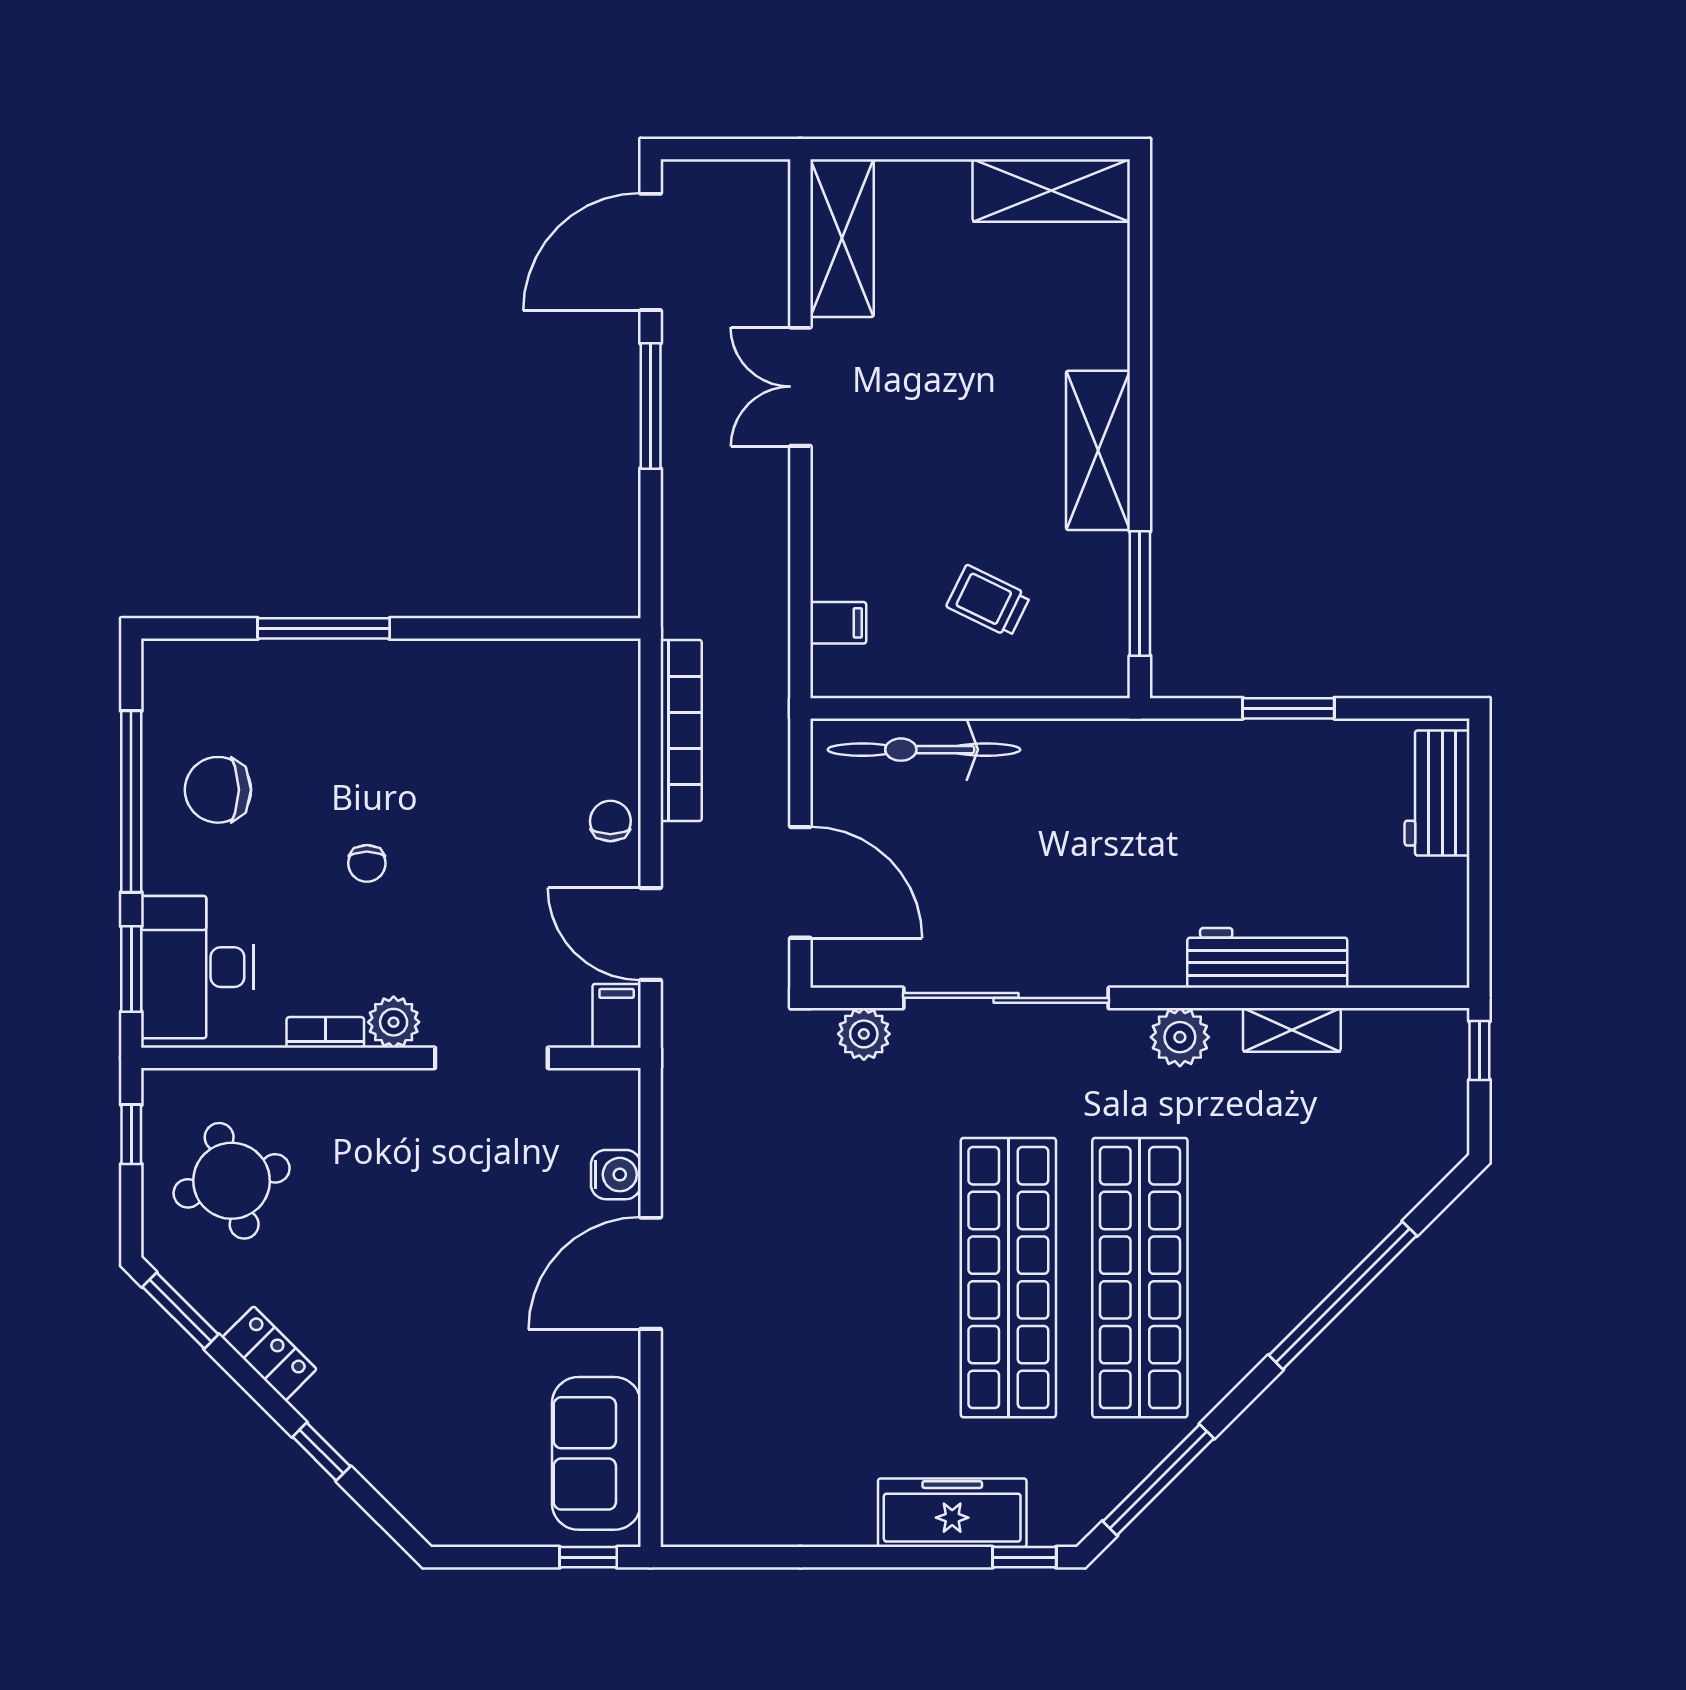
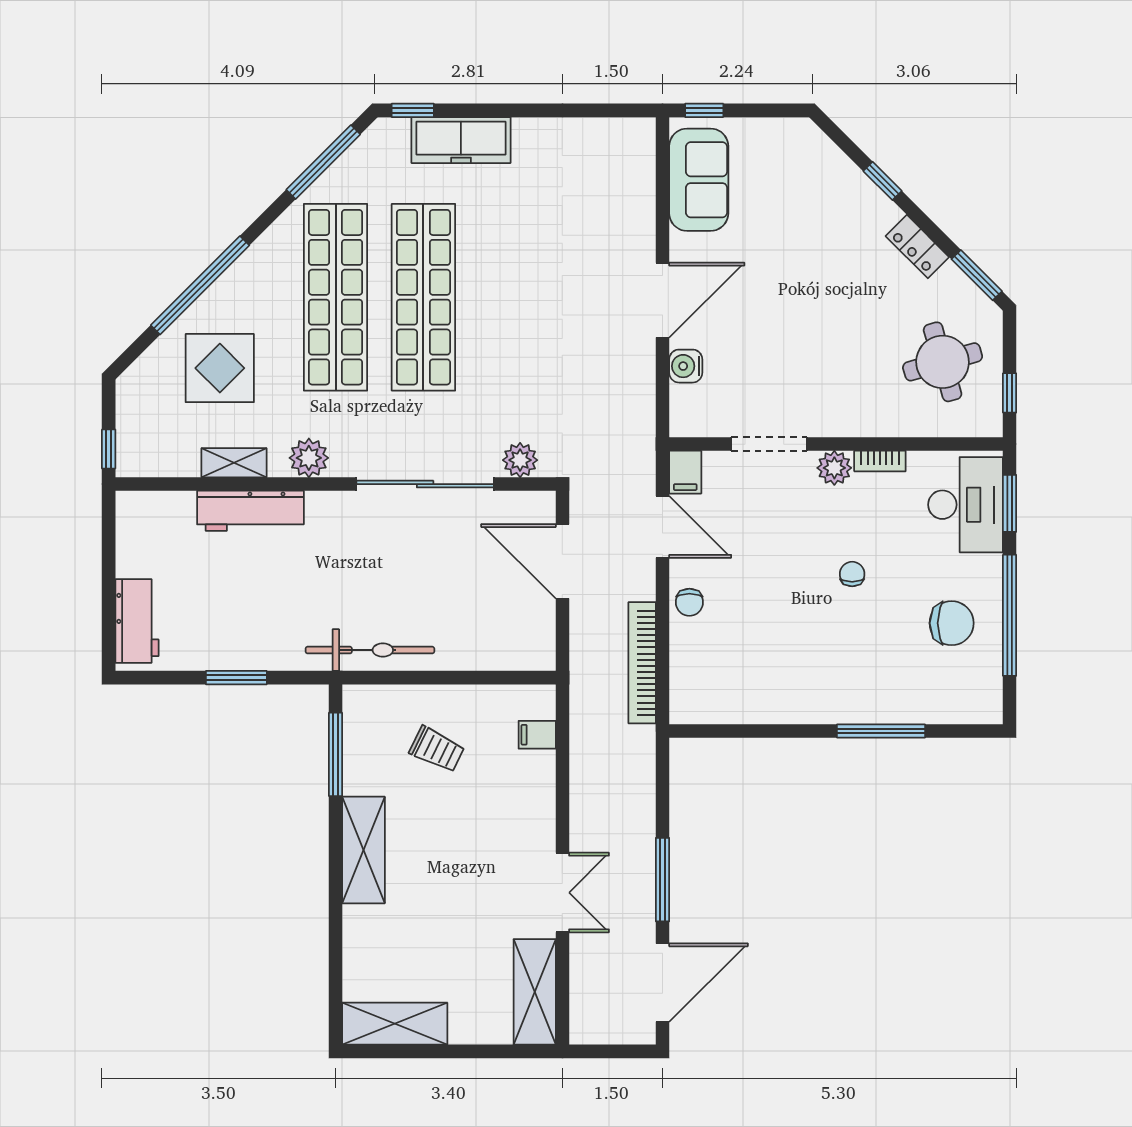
bicycle: (924, 750) -> (370, 650), moved
display table: (1313, 1172) -> (220, 368), added

